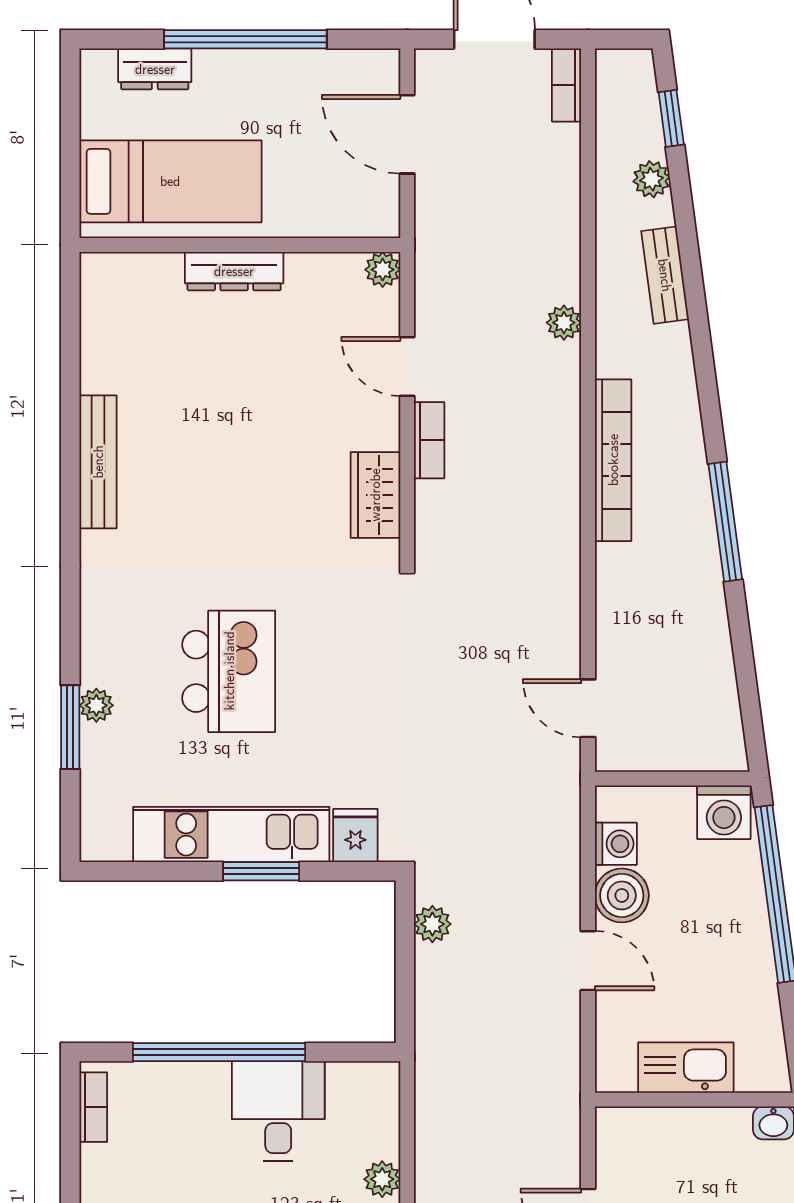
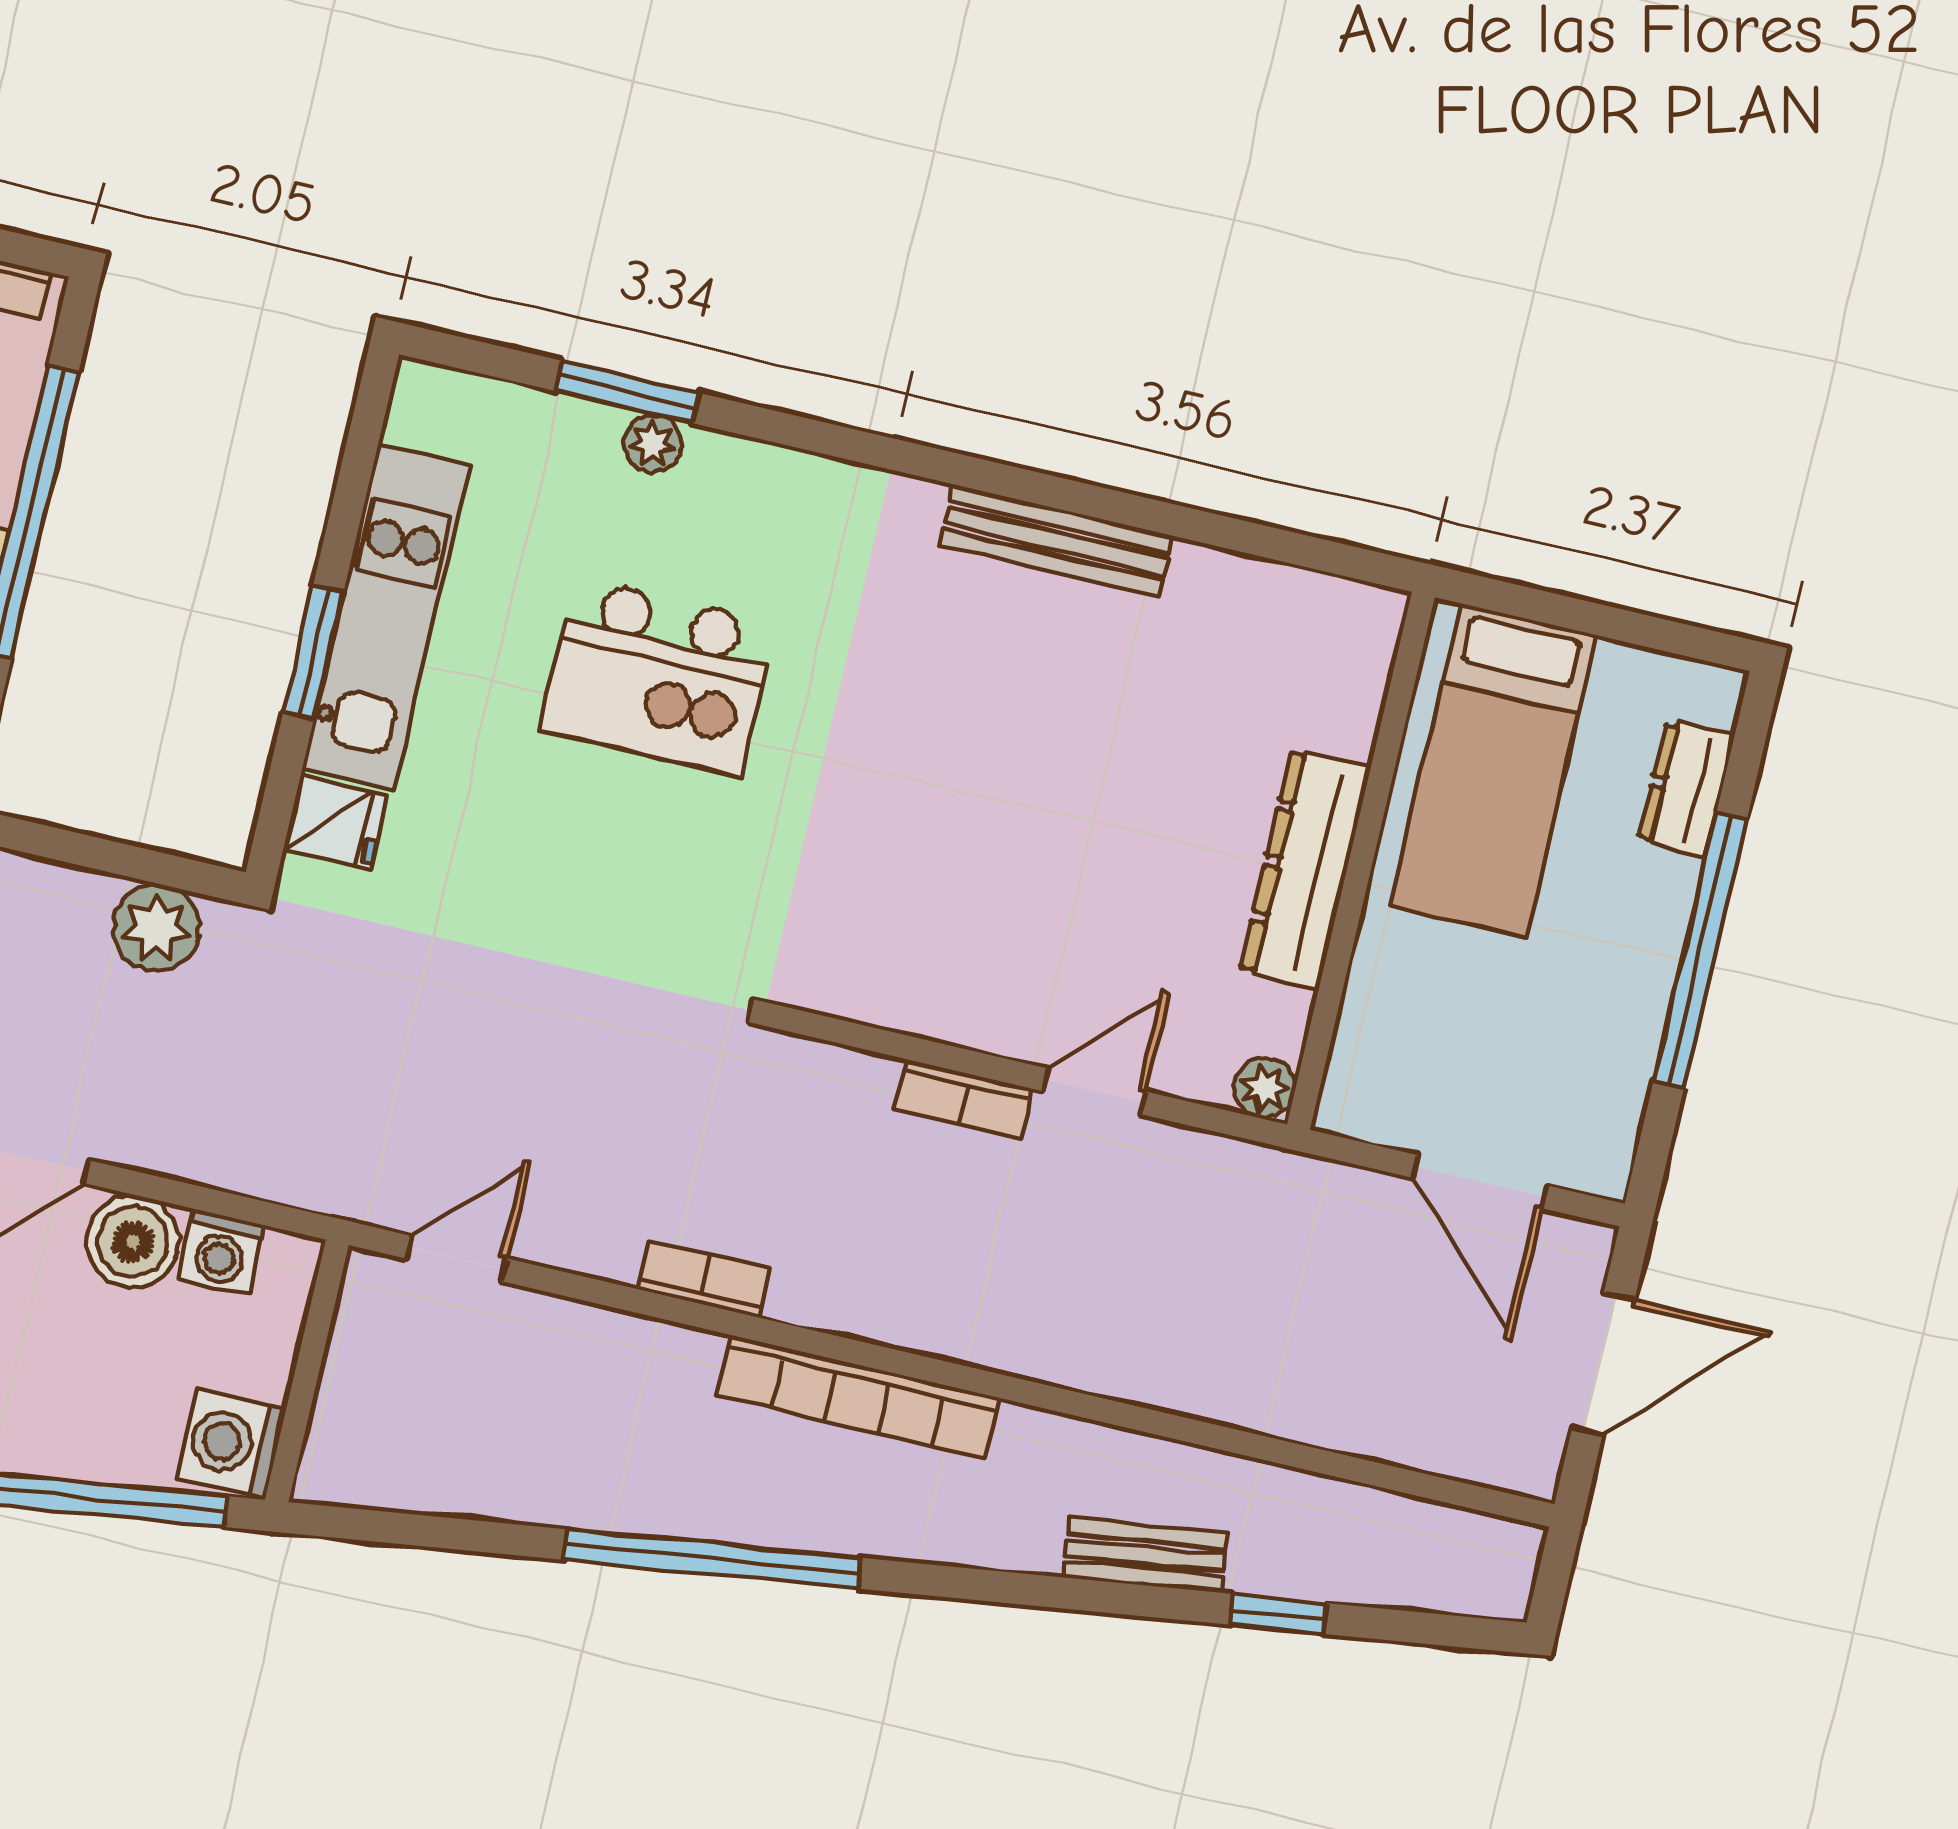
bookcase: (567, 85) -> (704, 1279), moved
window: (671, 118) -> (1278, 1614), moved
door: (407, 134) -> (1480, 1182), swing flipped
plant: (652, 179) -> (1310, 1570), removed
dresser: (234, 271) -> (1305, 869), width x1.37, depth x1.24
plant: (564, 323) -> (1106, 1368), removed
wardrobe: (375, 495) -> (893, 989), removed
window: (725, 522) -> (713, 1559), width x1.46
plant: (432, 924) -> (156, 928), width x1.38, depth x1.38

